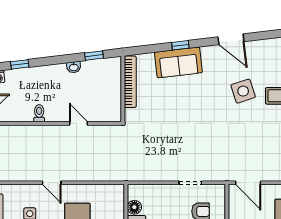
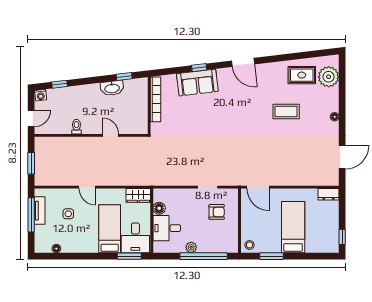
washbasin: (74, 67) -> (112, 88), width x1.91, depth x1.45
side table: (243, 91) -> (254, 107), removed
wardrobe: (110, 192) -> (138, 195), added

